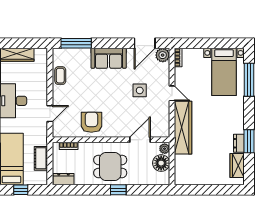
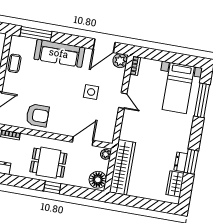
sofa: (109, 58) -> (59, 53), width x1.36
armchair: (91, 122) -> (37, 115), turned 90
wardrobe: (183, 128) -> (122, 167), moved
floor lamp: (161, 163) -> (98, 180), moved

